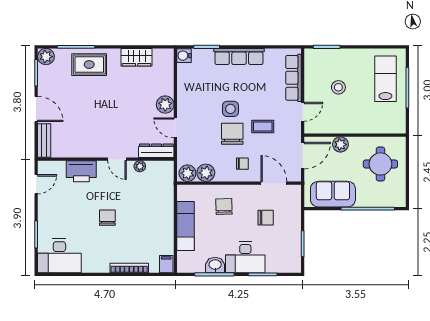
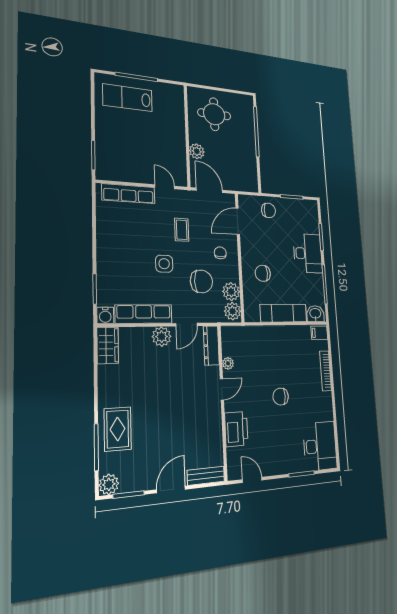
wardrobe: (137, 57) -> (108, 345), moved
row of seats: (239, 57) -> (144, 314), moved, turned -90
stool: (338, 87) -> (138, 147), removed
chair: (232, 134) -> (201, 281), moved, turned 180
sofa: (333, 194) -> (245, 164), removed
chair: (266, 218) -> (269, 210), moved, turned 91
washbasin: (215, 265) -> (315, 314), moved, turned 90

